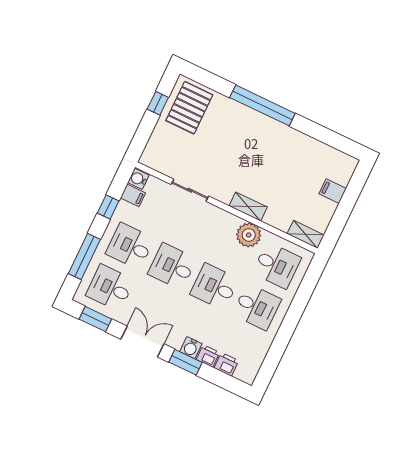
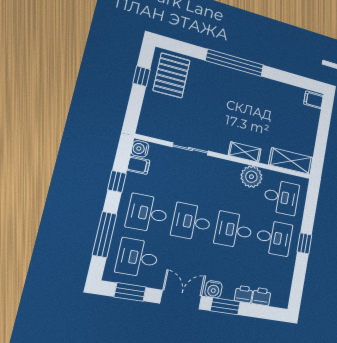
filing cabinet: (333, 191) -> (313, 100), moved
shelving: (306, 234) -> (291, 161), width x1.50, depth x1.33
window: (290, 323) -> (304, 243), added
water cooler: (191, 348) -> (214, 289), moved

